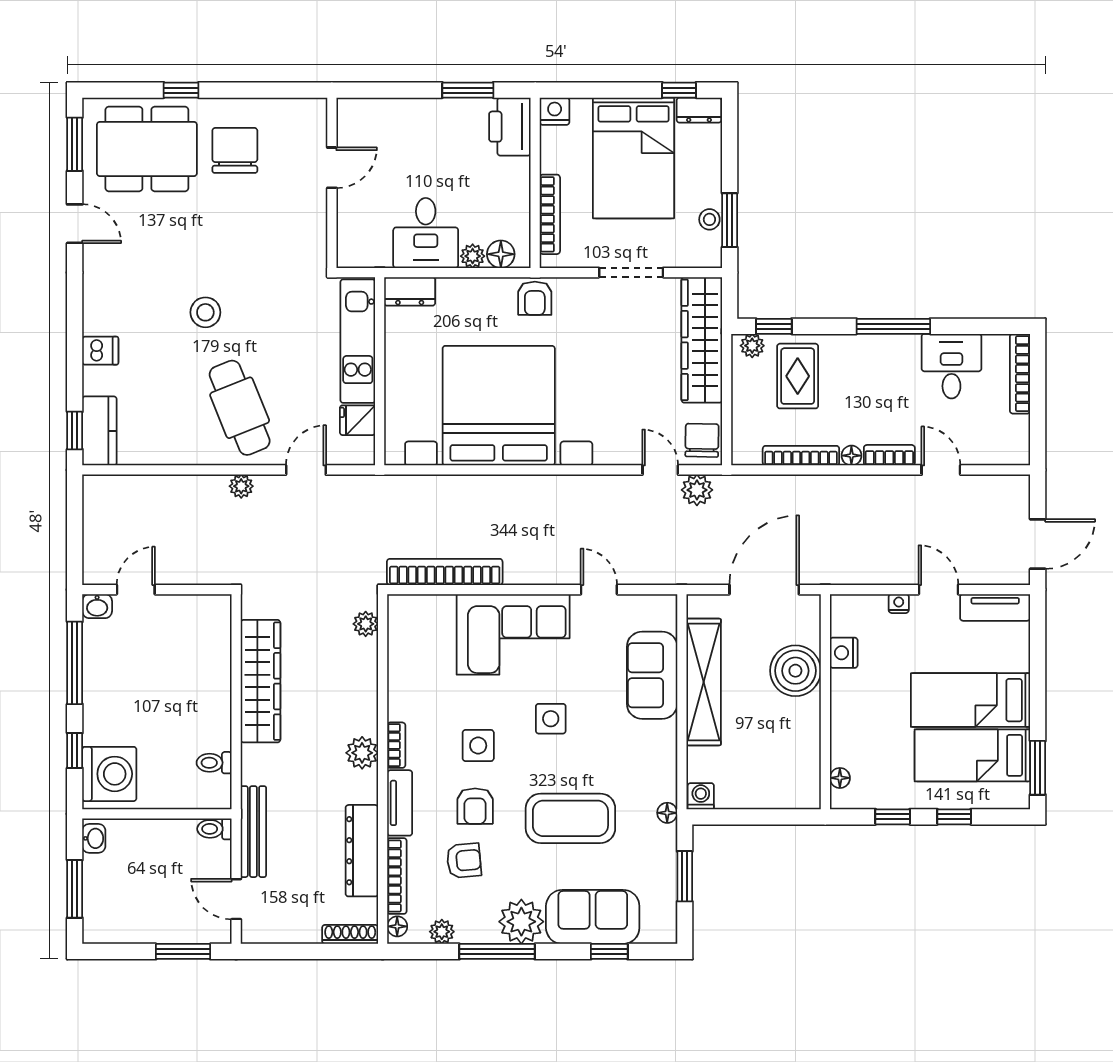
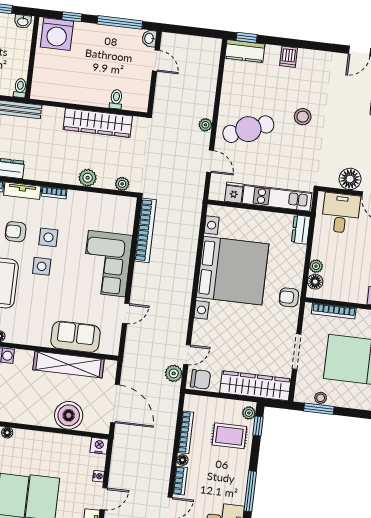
floor lamp: (308, 213) -> (350, 179), added
desk: (426, 233) -> (341, 213), moved, turned 90
nightstand: (844, 653) -> (99, 446), moved
side table: (551, 719) -> (42, 266), moved
plant: (362, 753) -> (88, 178), moved
toilet: (214, 763) -> (116, 99), moved

